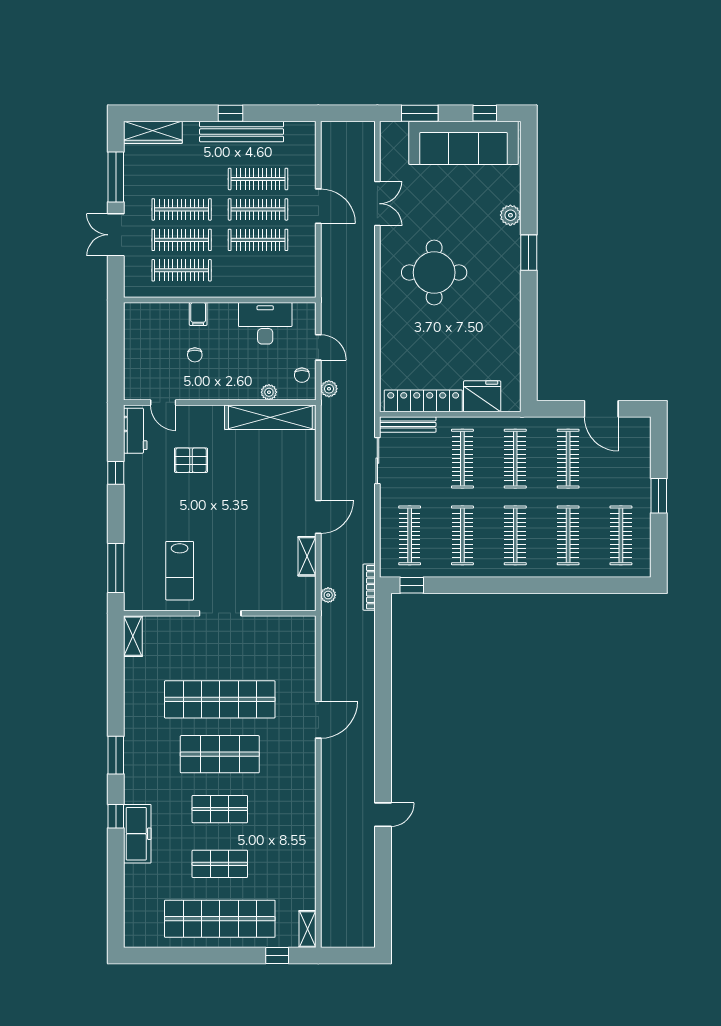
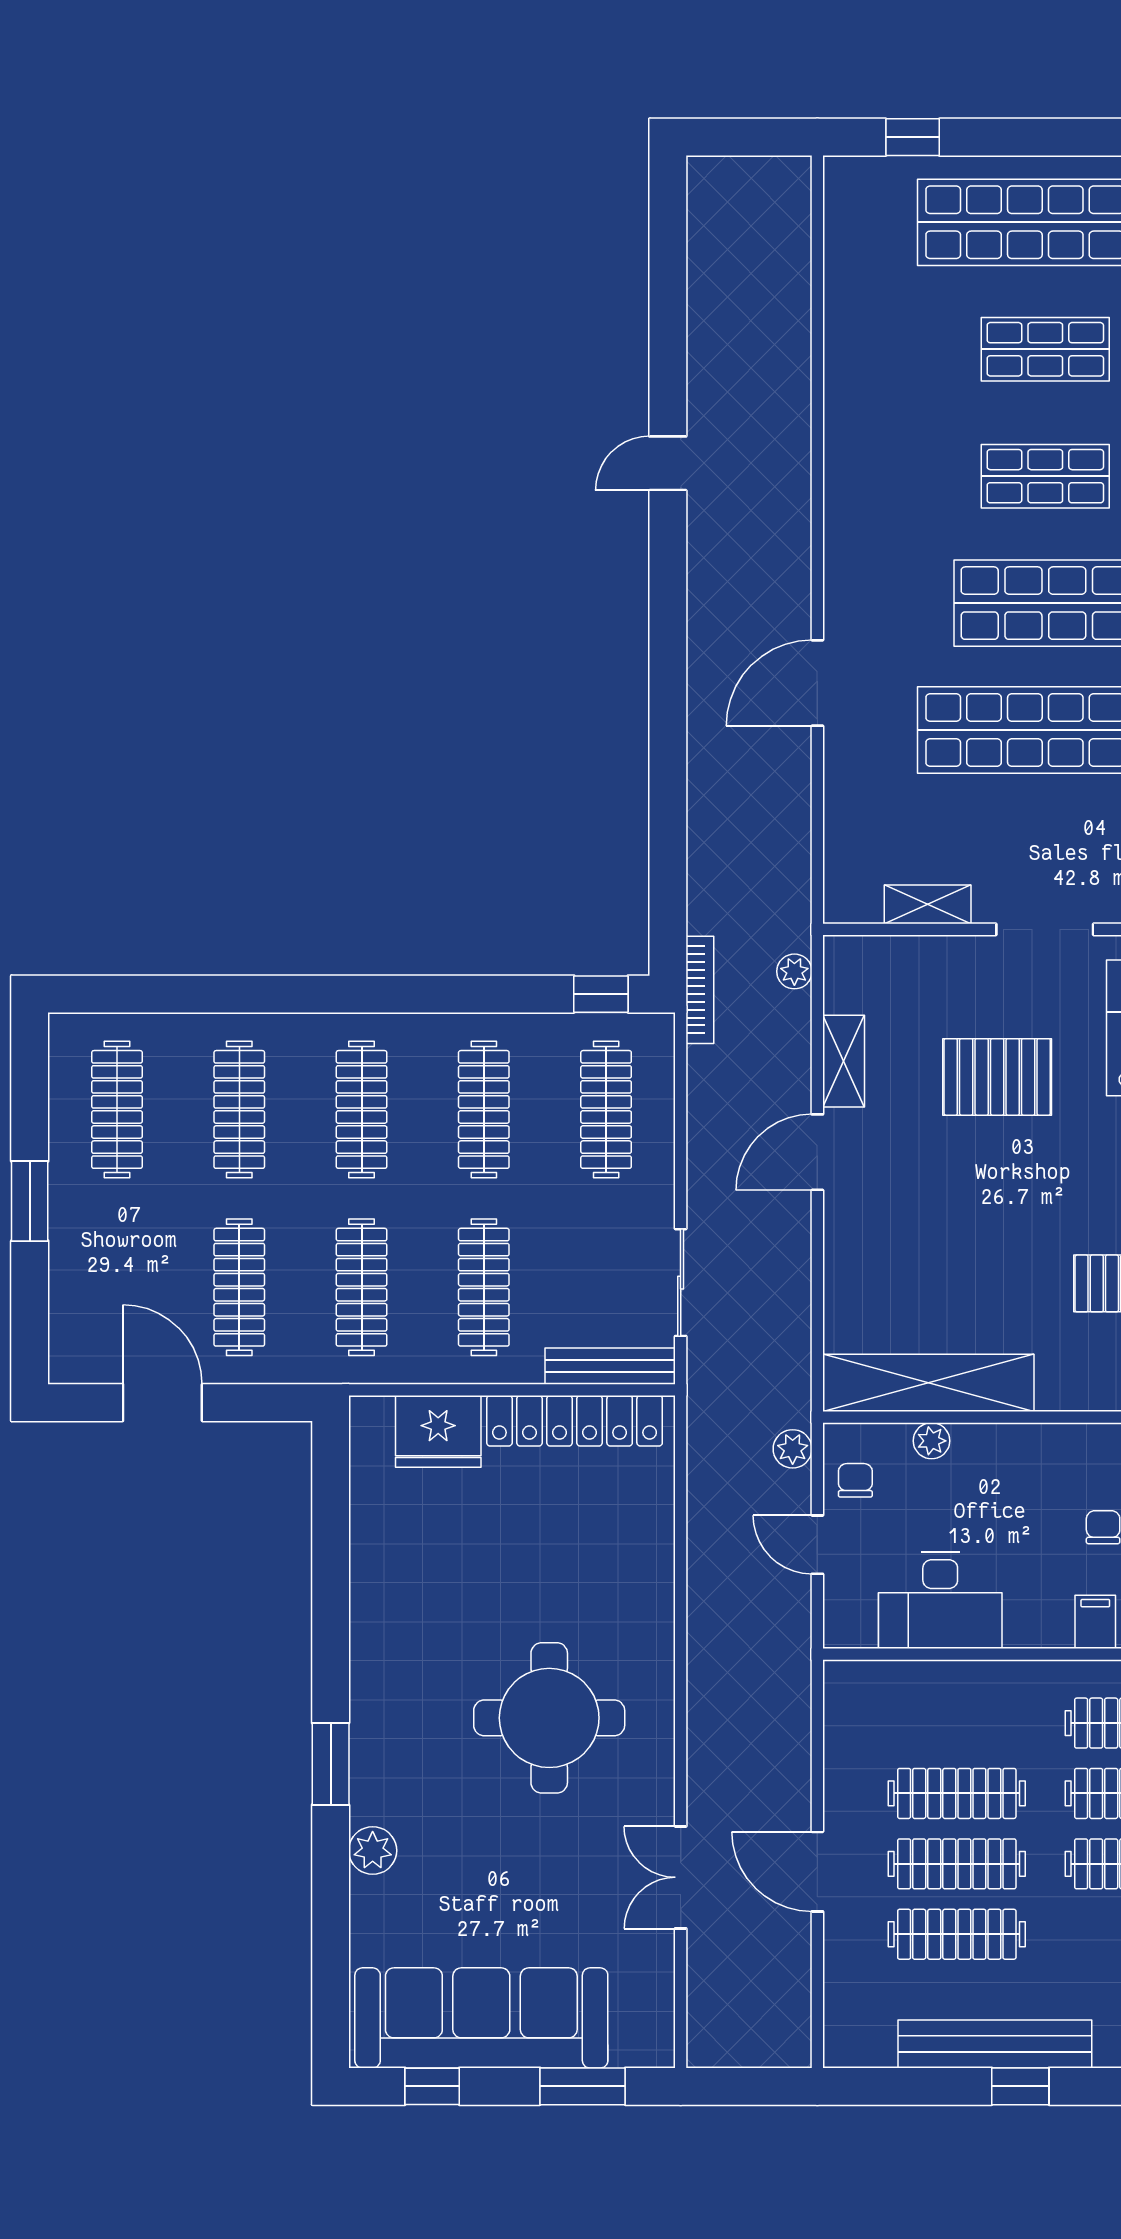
pallet: (241, 549) -> (997, 1077), added
shelving: (307, 929) -> (928, 904), moved, turned 90

